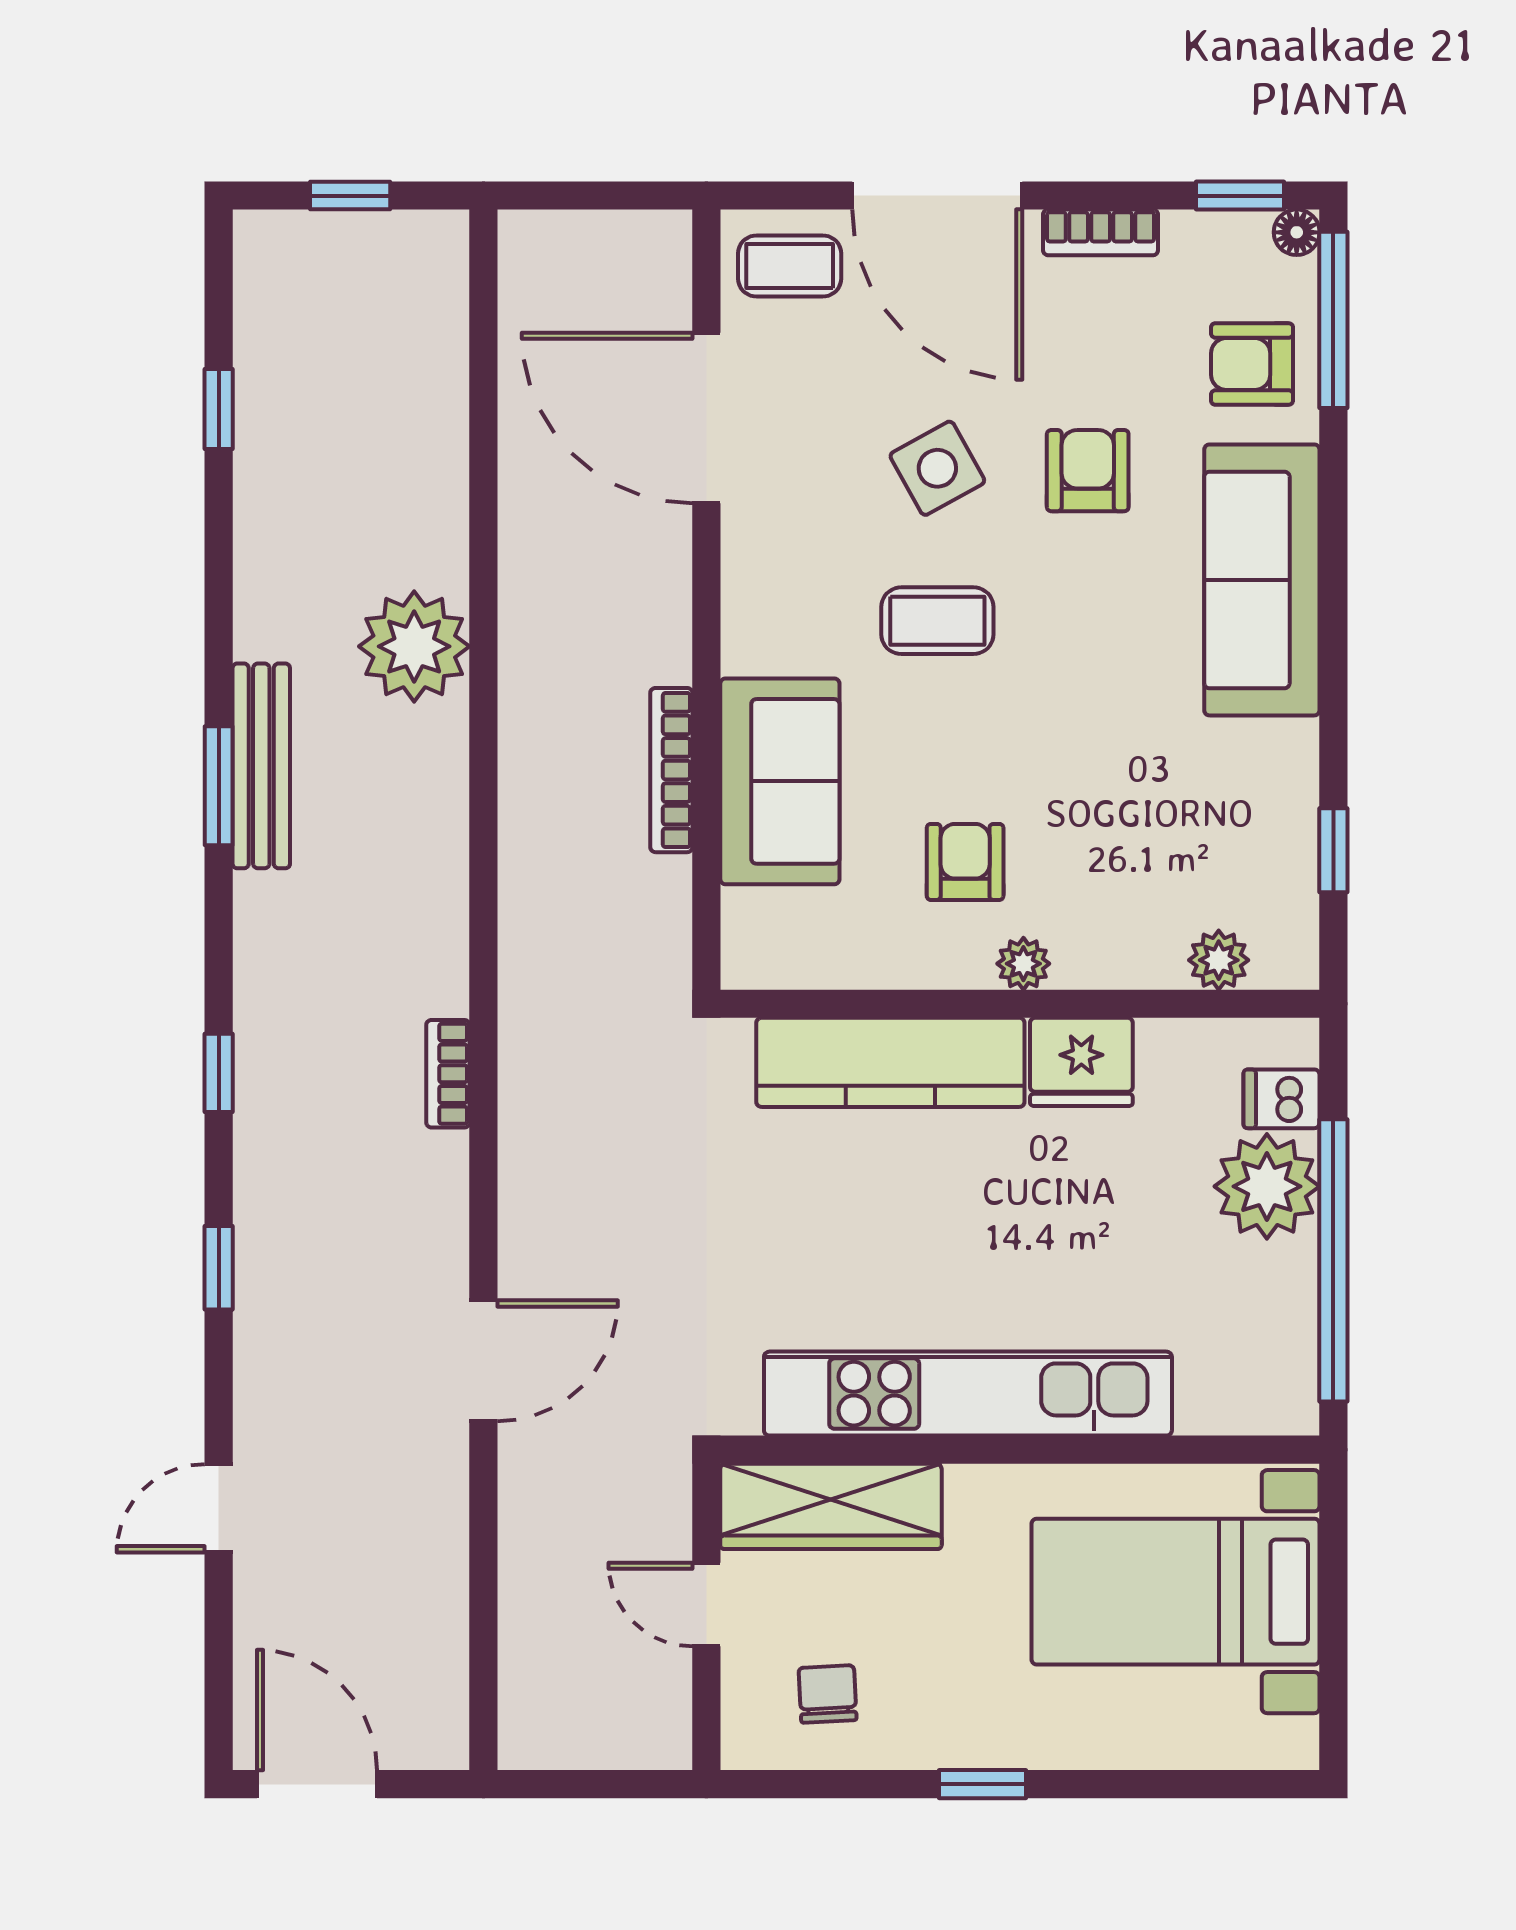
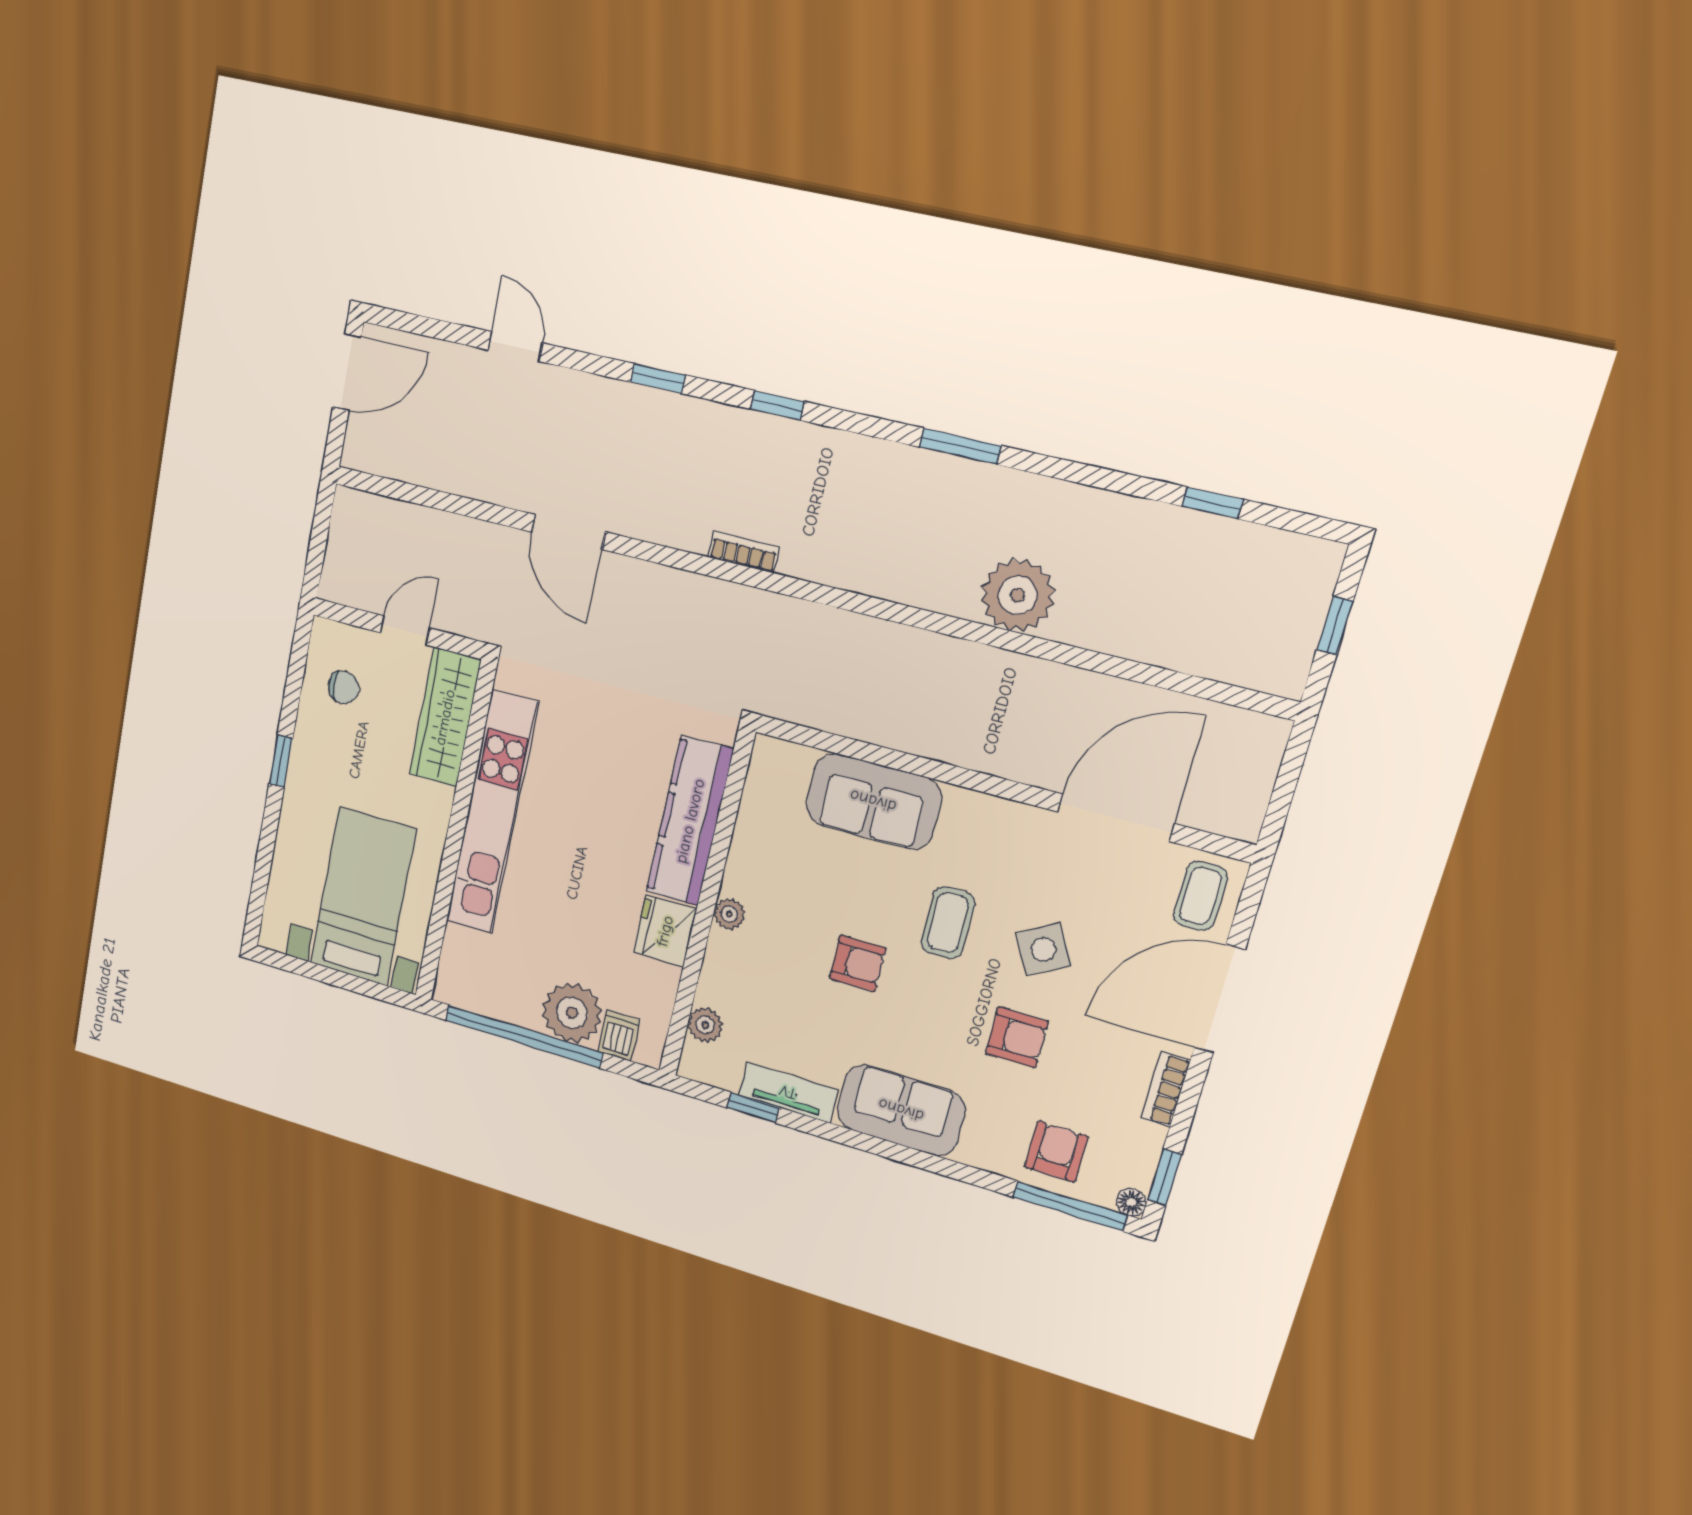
sofa: (1262, 580) -> (901, 1110), width x0.73
bench: (261, 766) -> (966, 477), removed
bookcase: (671, 770) -> (897, 737), removed
tv unit: (1290, 800) -> (788, 1092), added
armchair: (965, 862) -> (858, 963), moved

